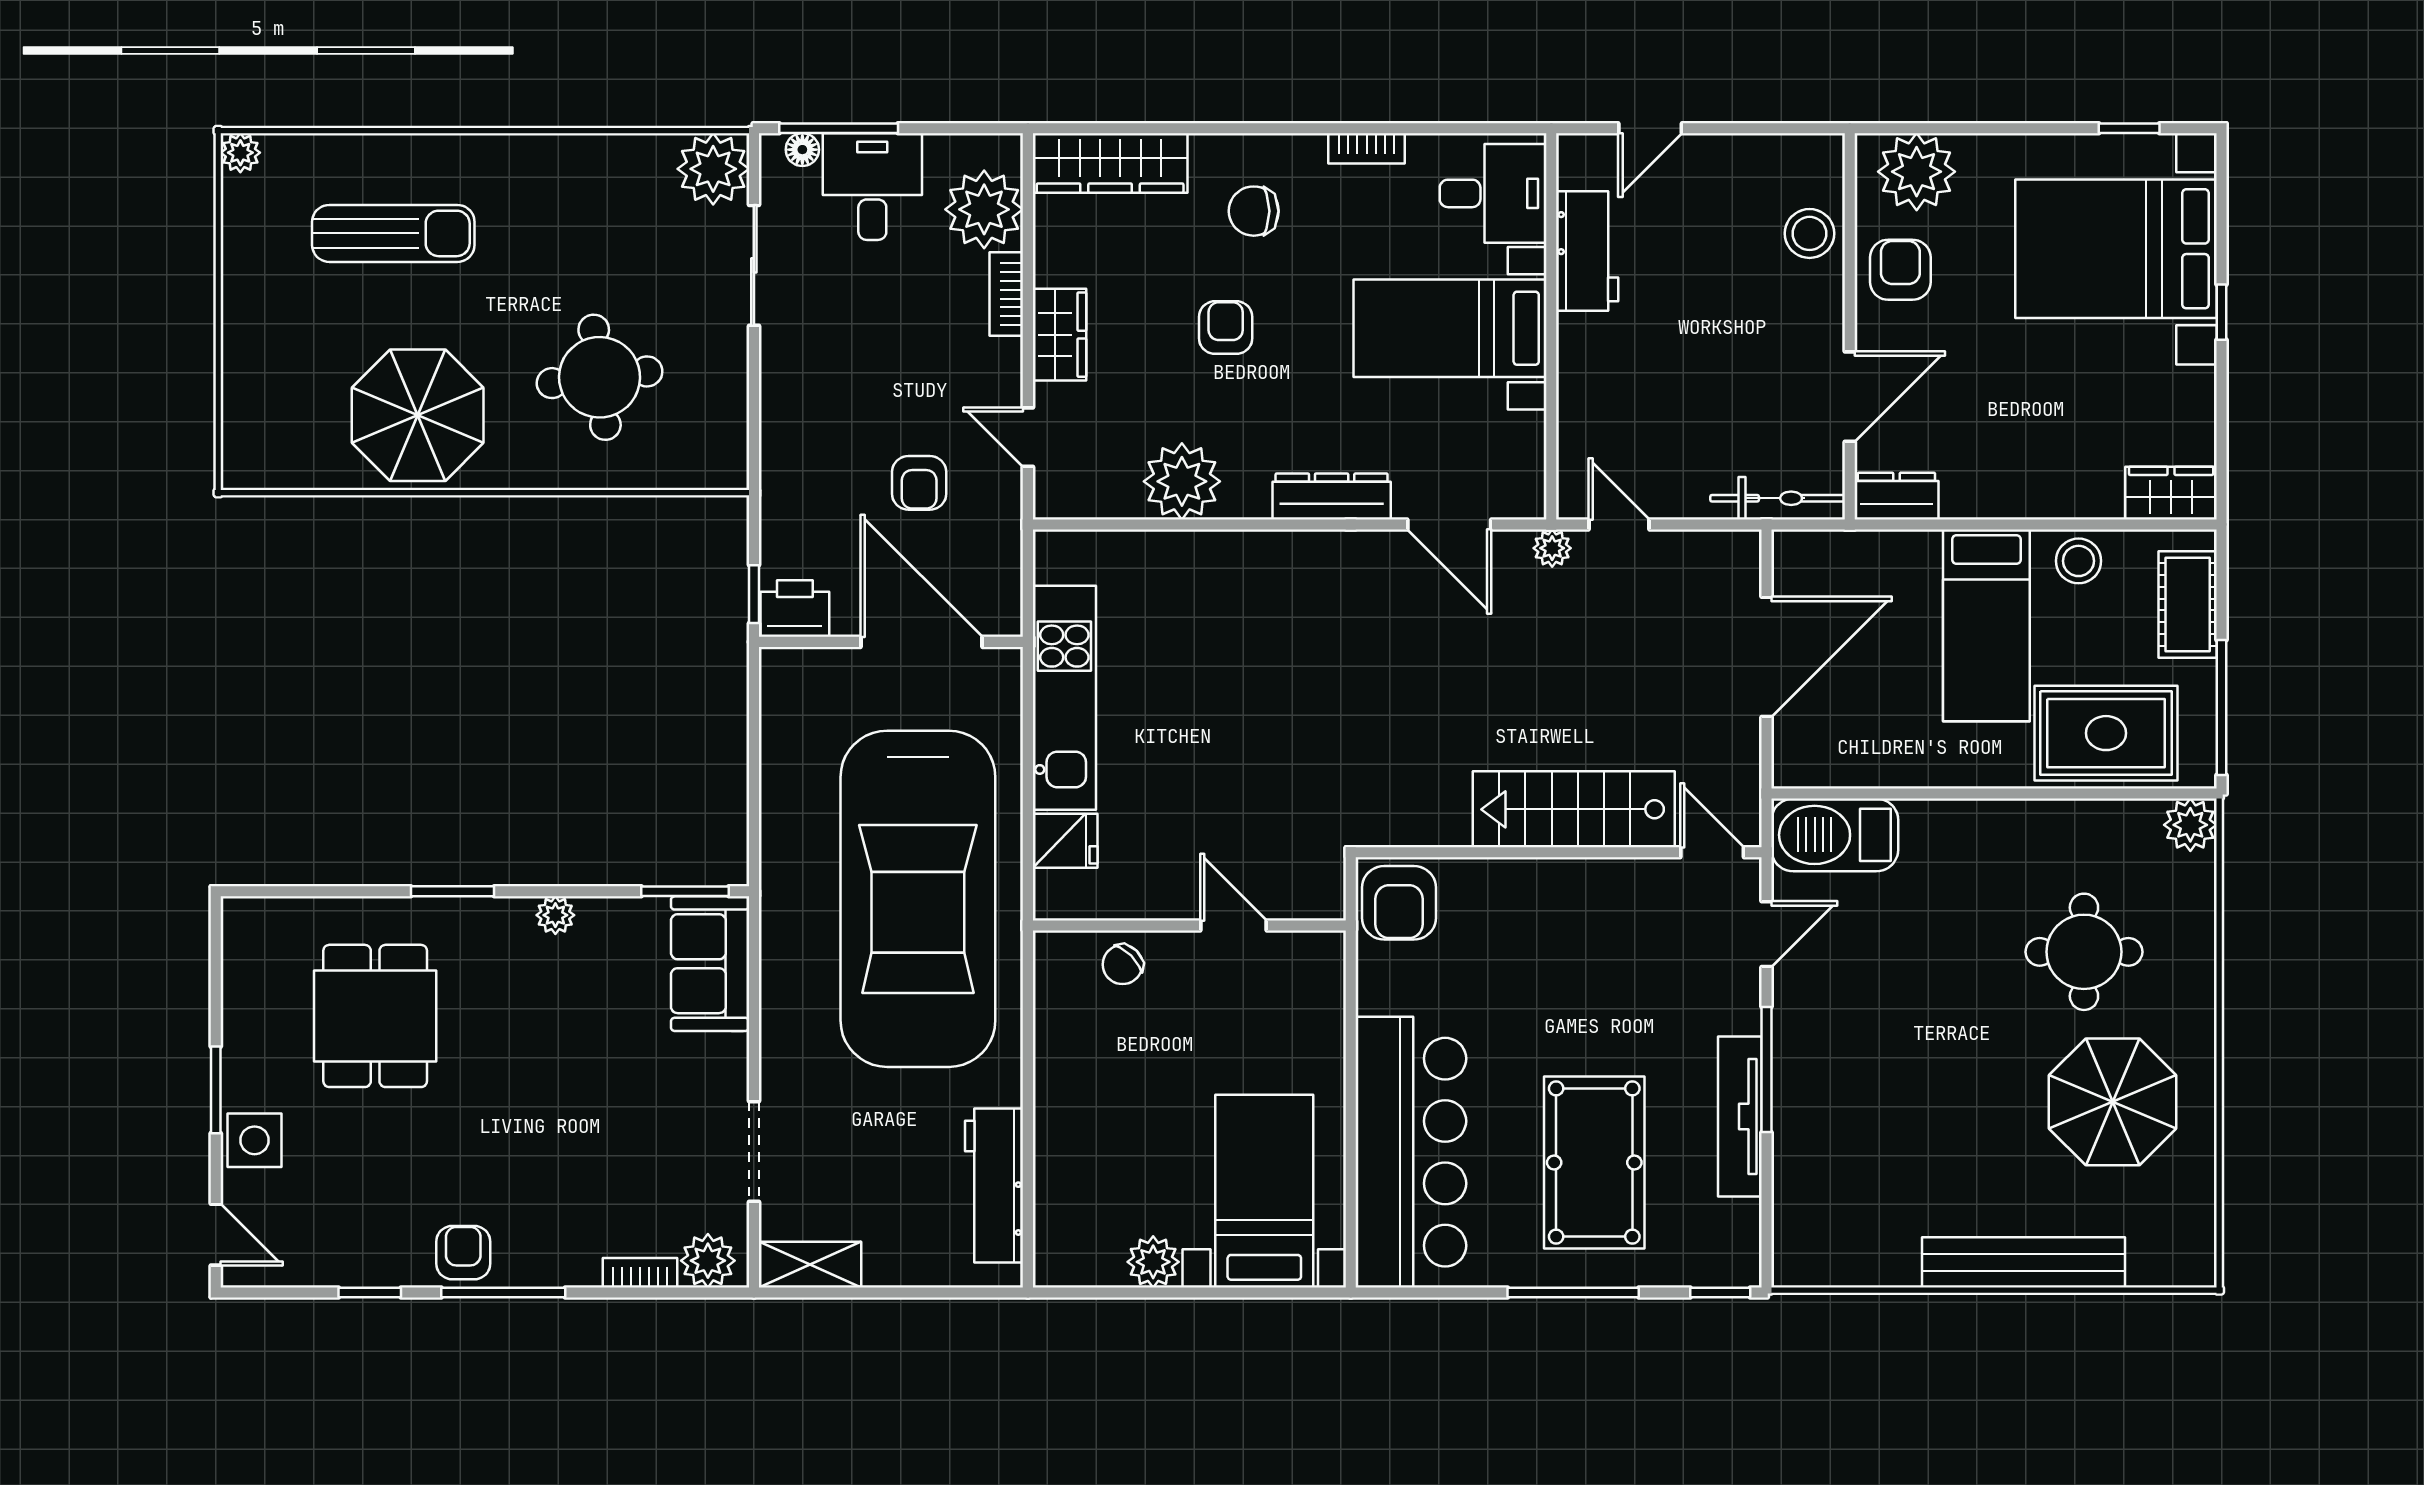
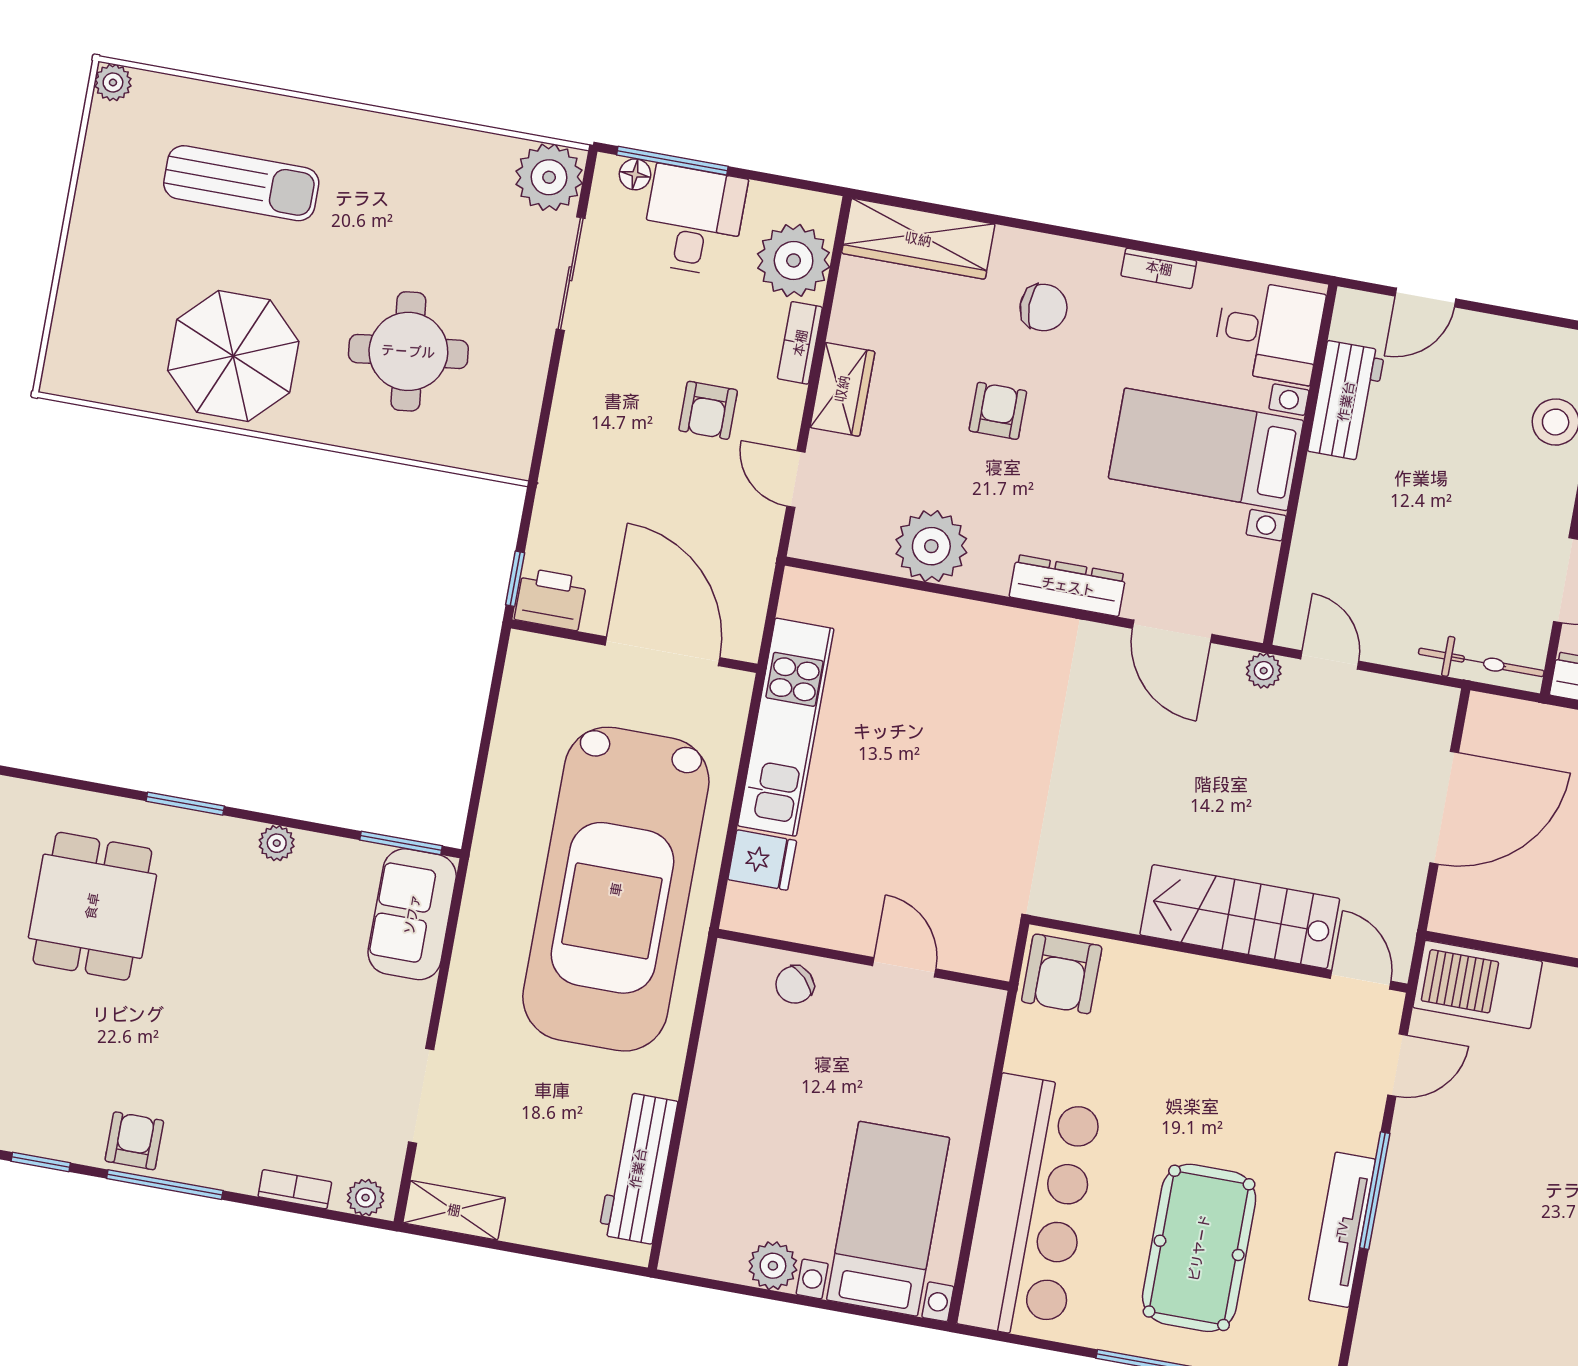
chair: (1254, 211) -> (1044, 307), turned 180
armchair: (919, 483) -> (708, 410), moved
plant: (708, 1261) -> (366, 1198), width x0.73, depth x0.73

